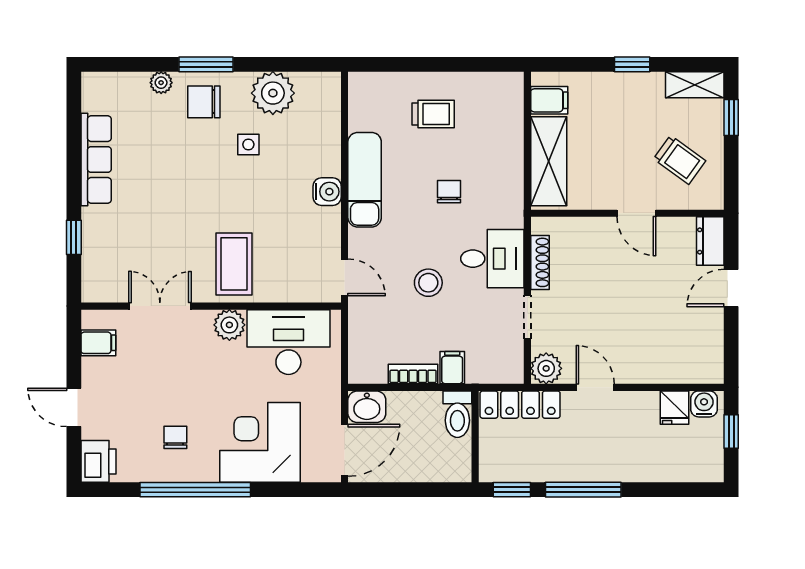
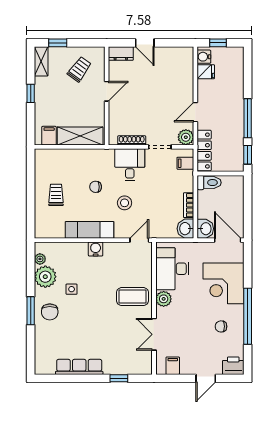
plant: (161, 83) -> (40, 259), moved
stool: (428, 283) -> (125, 203), moved
washbasin: (367, 368) -> (185, 229), added
filing cabinet: (452, 368) -> (185, 163), moved

